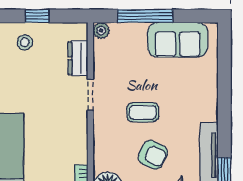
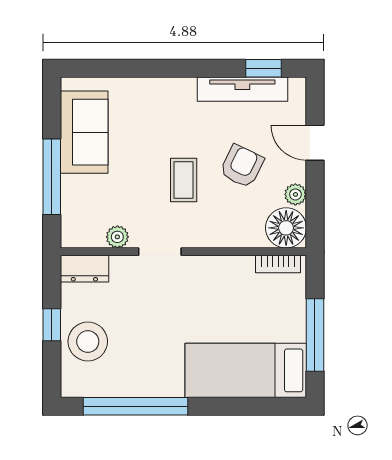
plant: (101, 31) -> (117, 237), moved
stool: (25, 42) -> (88, 342), width x1.89, depth x1.89
dresser: (78, 58) -> (84, 269), moved

